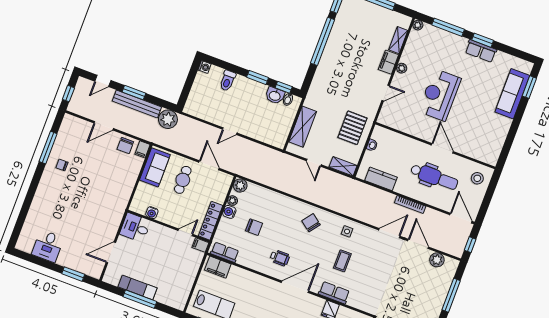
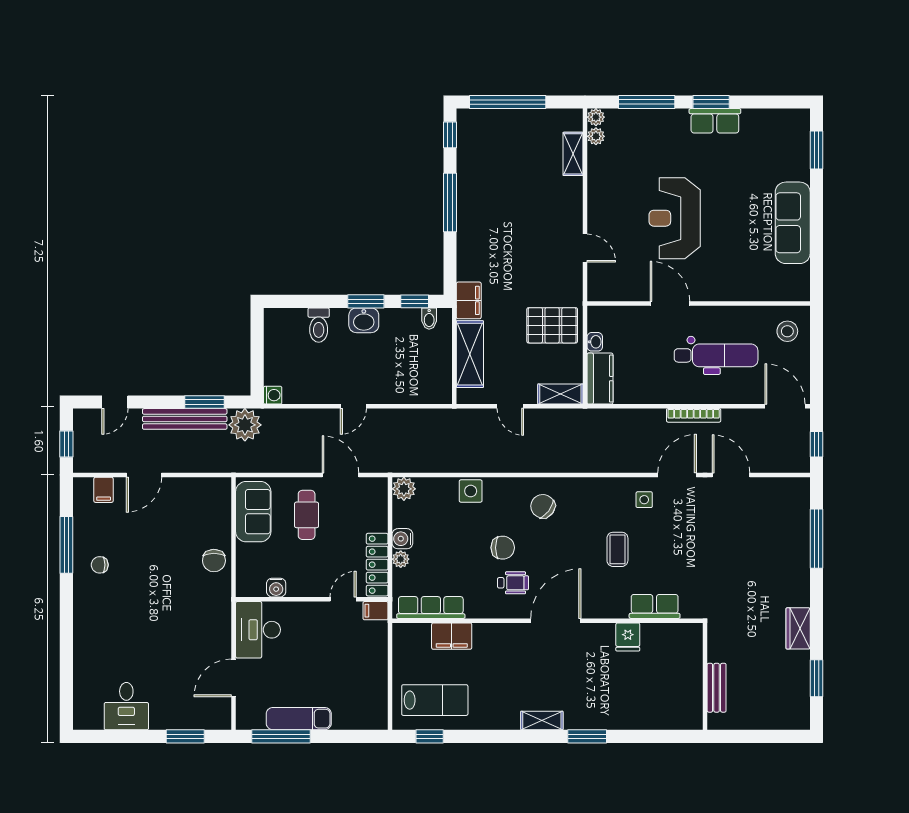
window: (323, 41) -> (450, 202), width x0.68
filing cabinet: (388, 62) -> (469, 300), moved, turned 180
washing machine: (204, 67) -> (273, 395), moved
plant: (402, 68) -> (596, 136), moved
window: (134, 93) -> (205, 402), moved
door: (386, 93) -> (585, 248), hinge flipped
sofa: (512, 94) -> (793, 223), moved
washbasin: (275, 96) -> (364, 320), moved
pallet: (352, 128) -> (552, 325), turned 90
chair: (125, 145) -> (214, 561), moved
door: (442, 148) -> (670, 303), moved
filing cabinet: (142, 149) -> (104, 490), moved
kitchen counter: (381, 179) -> (600, 379), moved, turned 90
side table: (275, 200) -> (471, 491), added
plant: (233, 201) -> (401, 559), moved
desk: (135, 227) -> (258, 630), width x1.37
chair: (254, 227) -> (503, 548), moved
side table: (347, 231) -> (644, 500), moved
row of seats: (225, 252) -> (431, 608), width x1.48
plant: (437, 260) -> (771, 489), removed
filing cabinet: (218, 267) -> (452, 636), moved
row of seats: (334, 293) -> (655, 606), moved
window: (140, 299) -> (281, 736), moved

